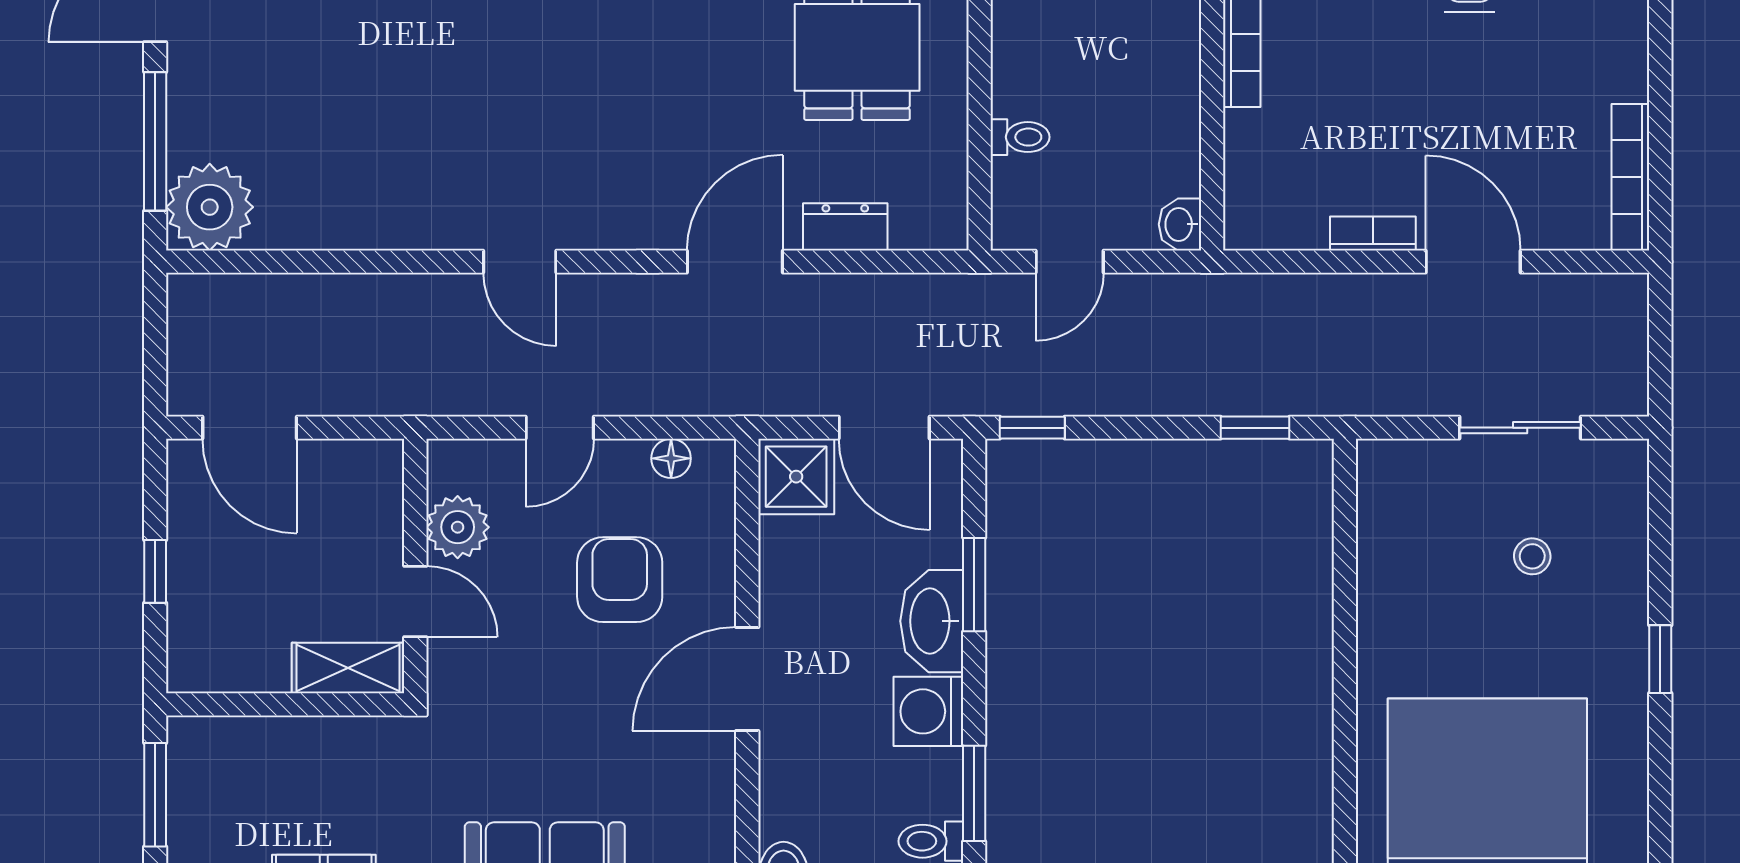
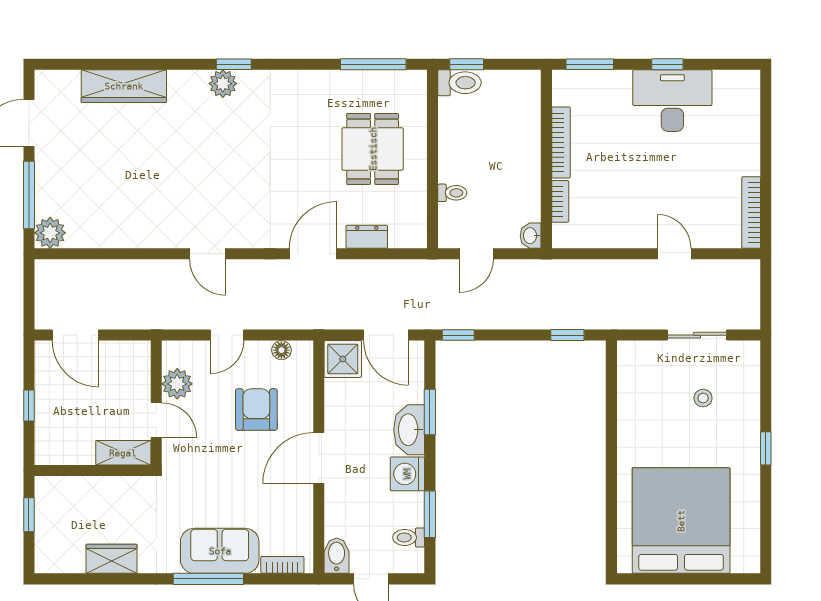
plant: (210, 207) -> (50, 233), width x0.73, depth x0.73
bookcase: (1373, 233) -> (560, 201), moved, turned 90
door: (1473, 262) -> (674, 254), width x0.73
window: (155, 795) -> (29, 515), width x0.67

